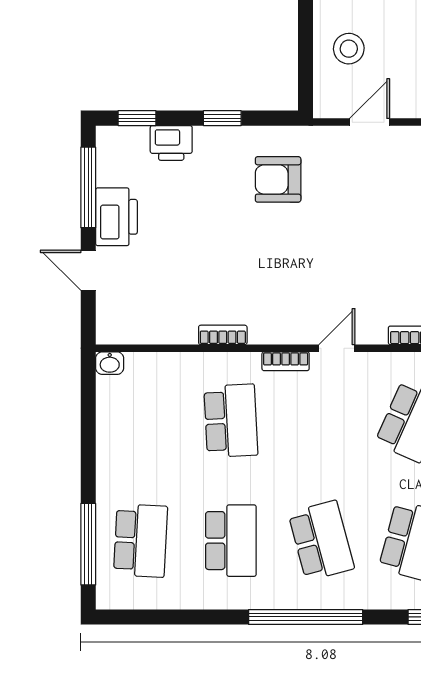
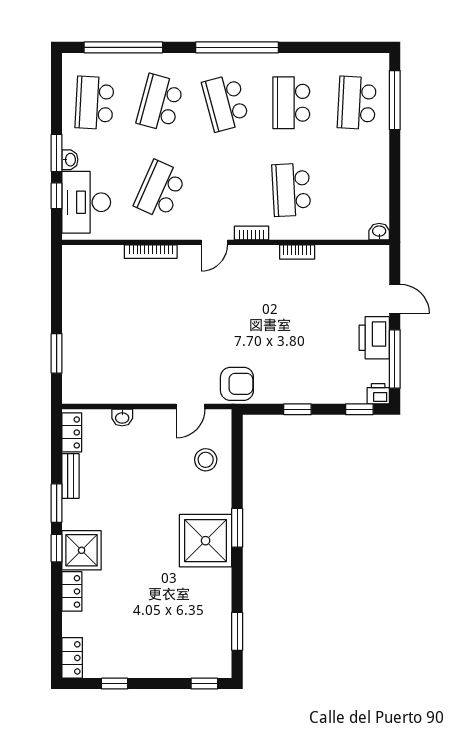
printer: (171, 143) -> (378, 394), moved, width x0.73, depth x0.81
armchair: (278, 179) -> (237, 384), moved

